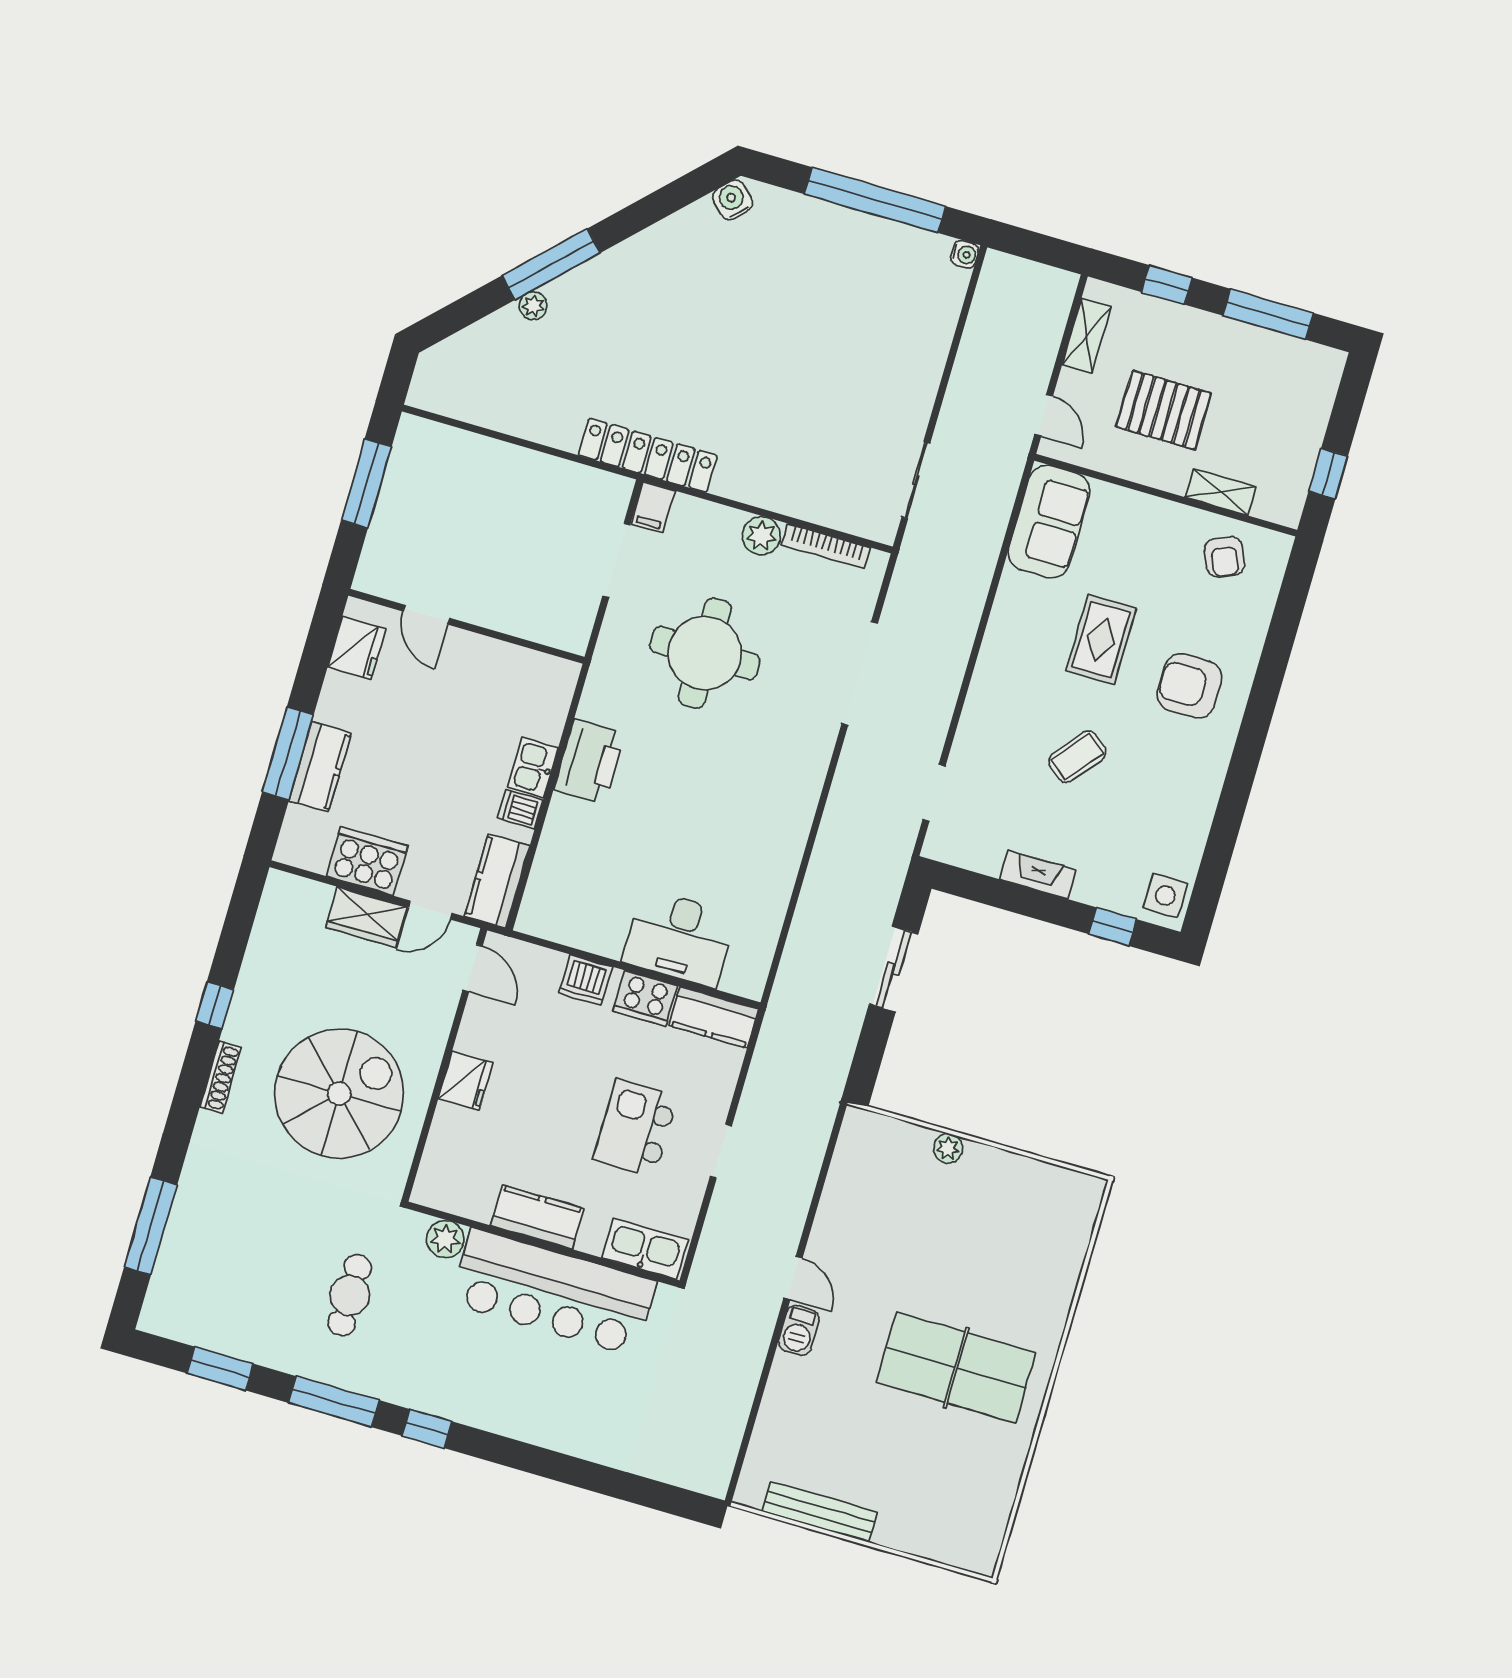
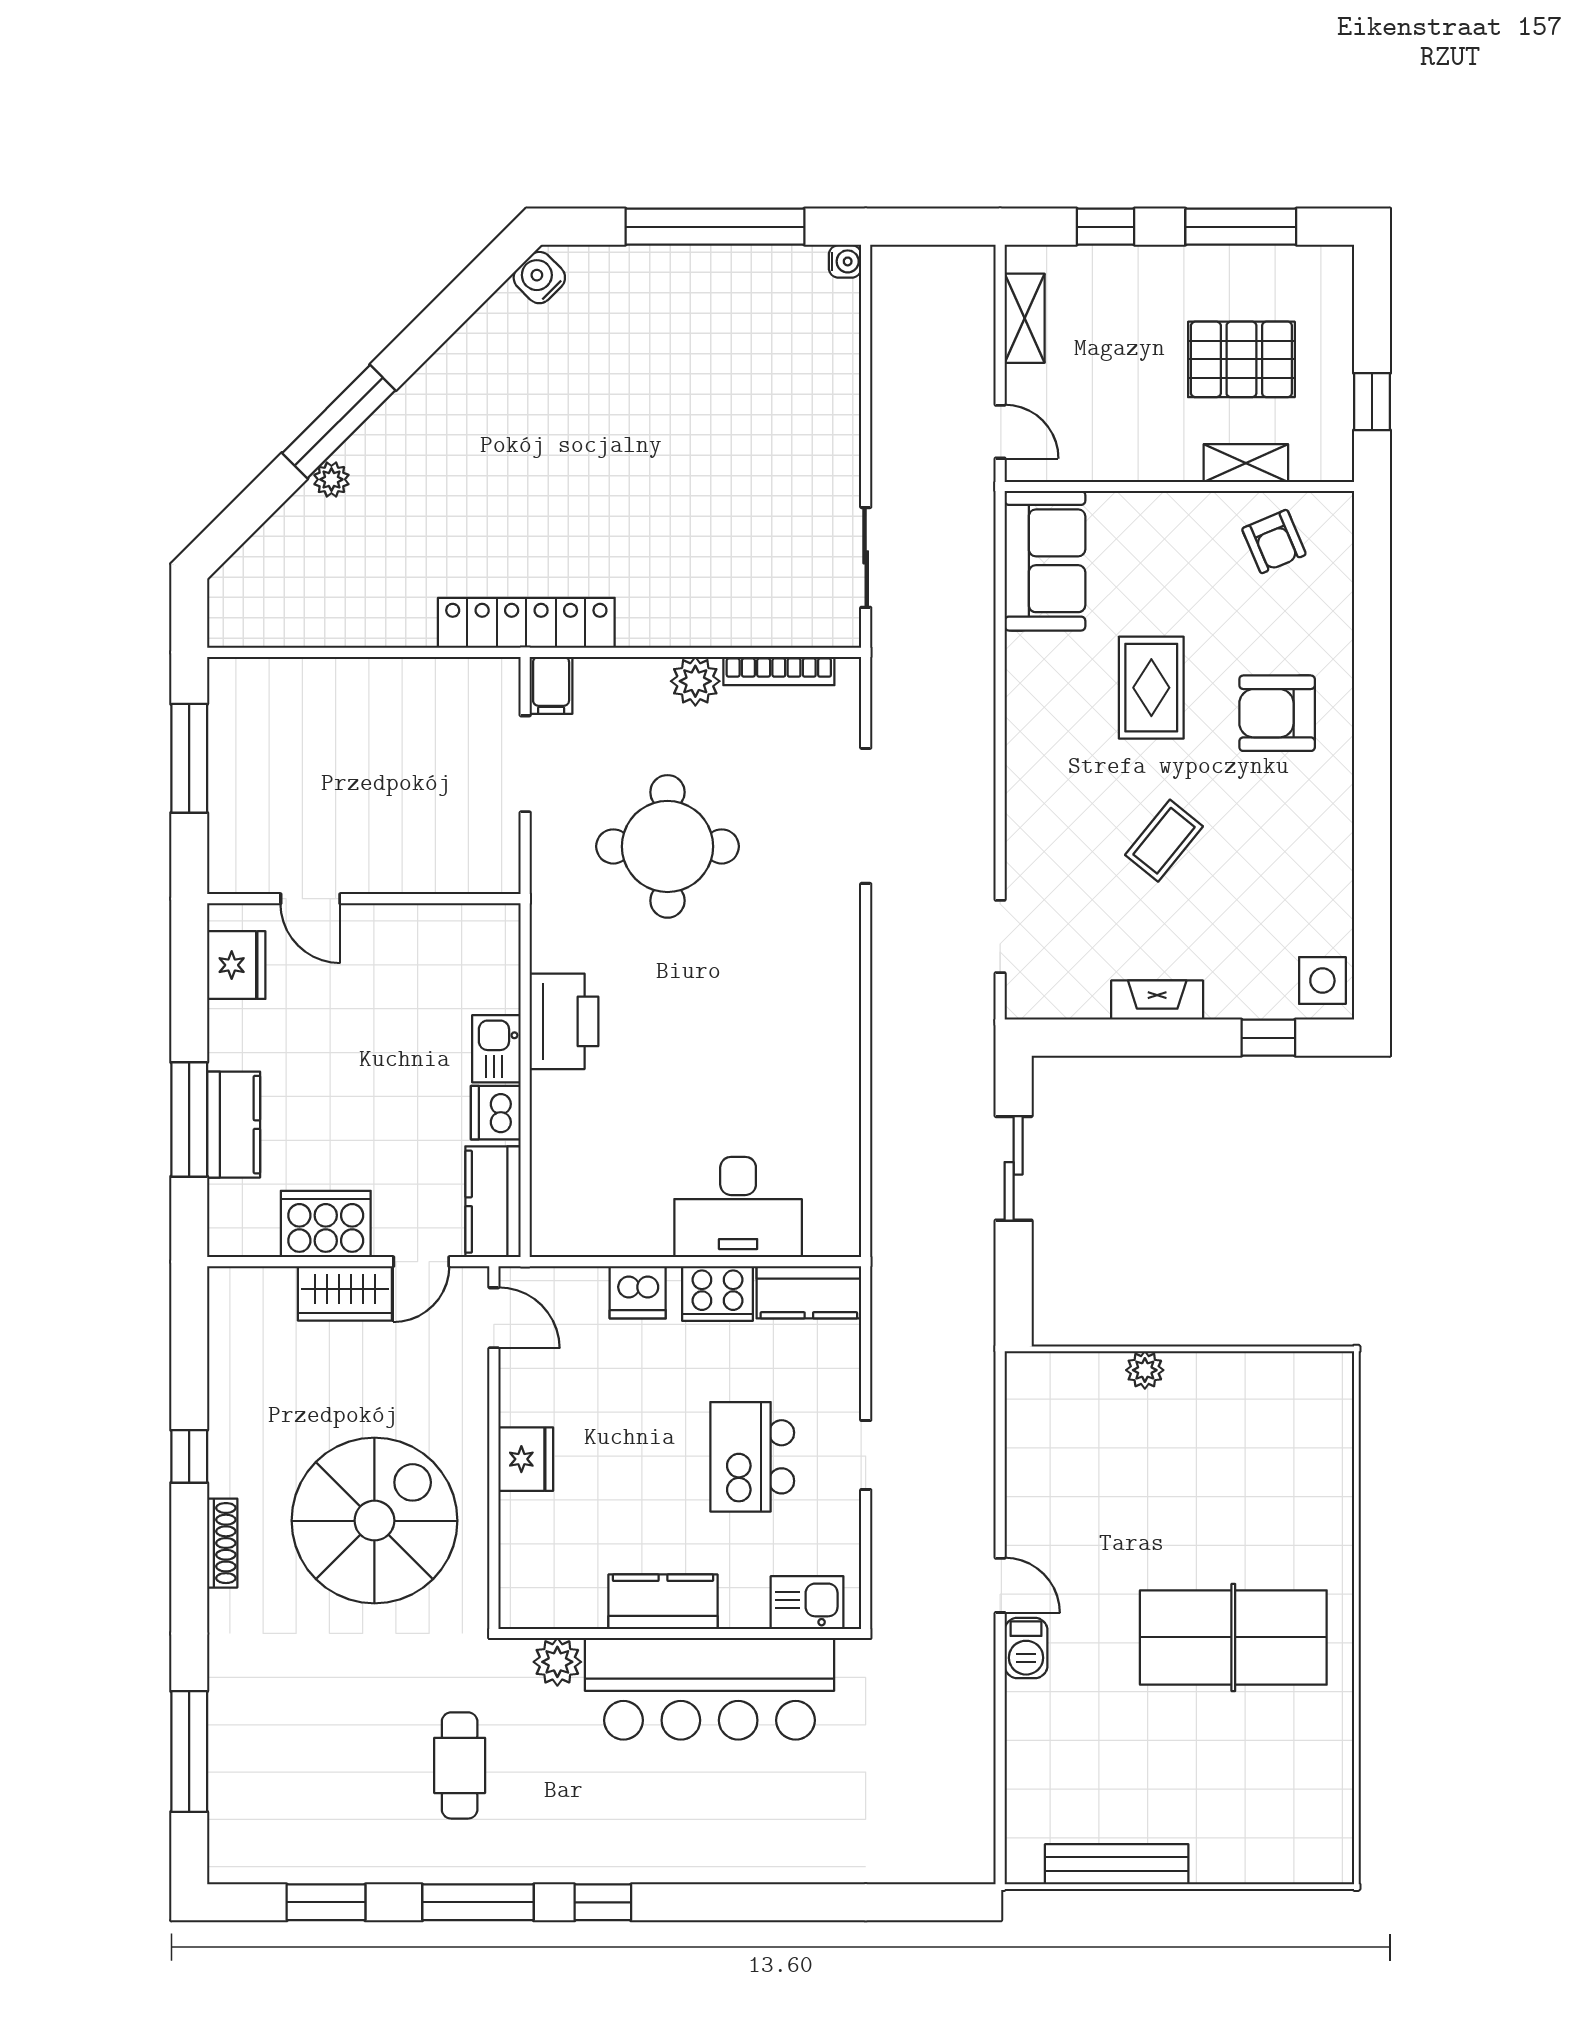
pallet: (1164, 410) -> (1241, 359), moved
dishwasher: (520, 809) -> (496, 1113), width x1.38
kitchen sink: (645, 1249) -> (807, 1603), width x0.73

